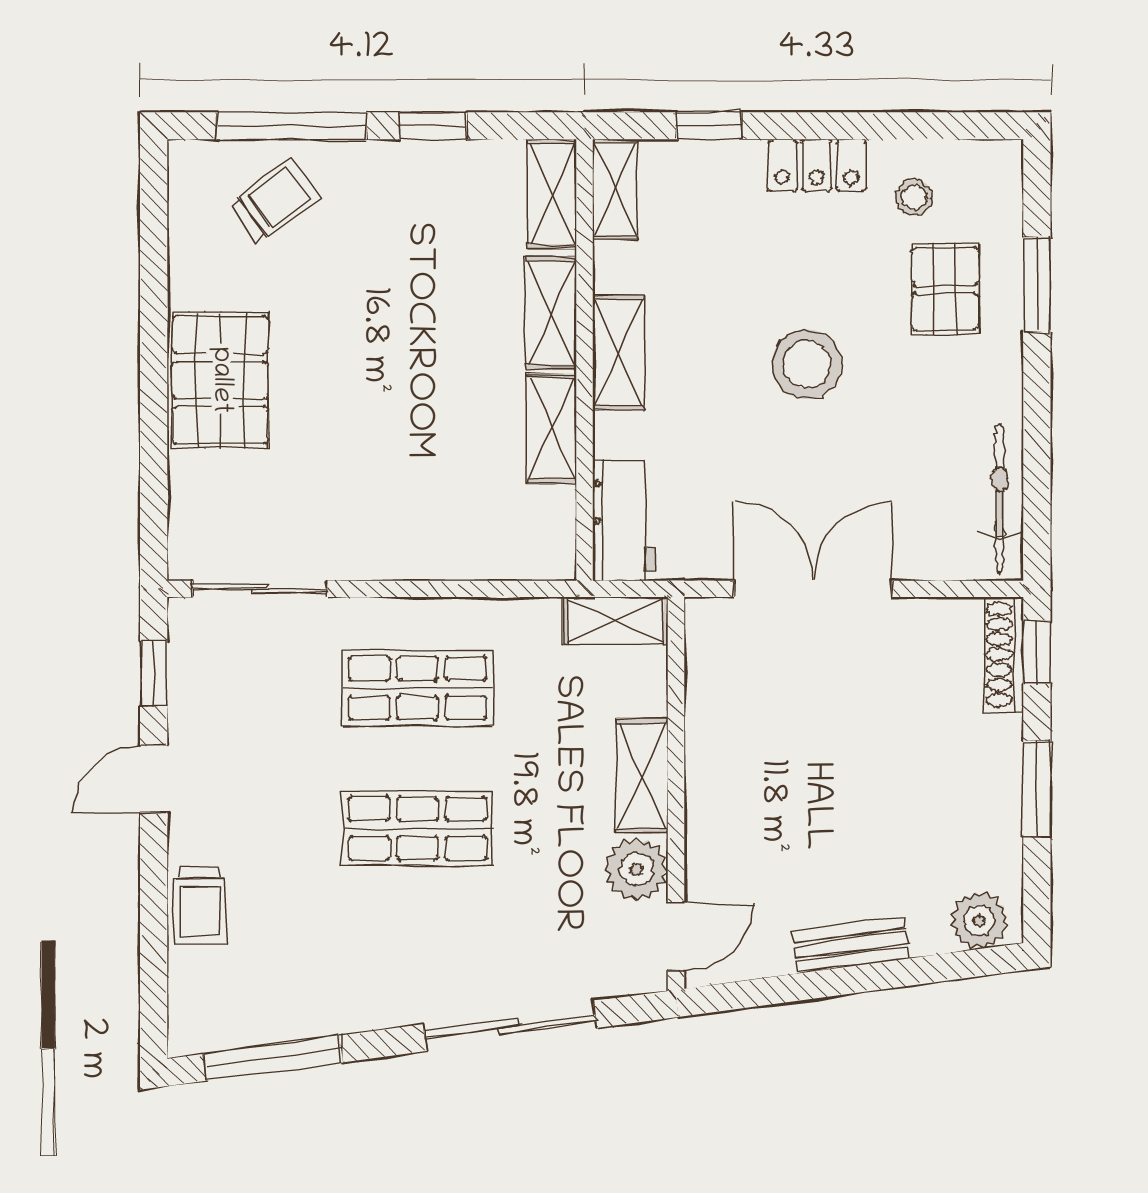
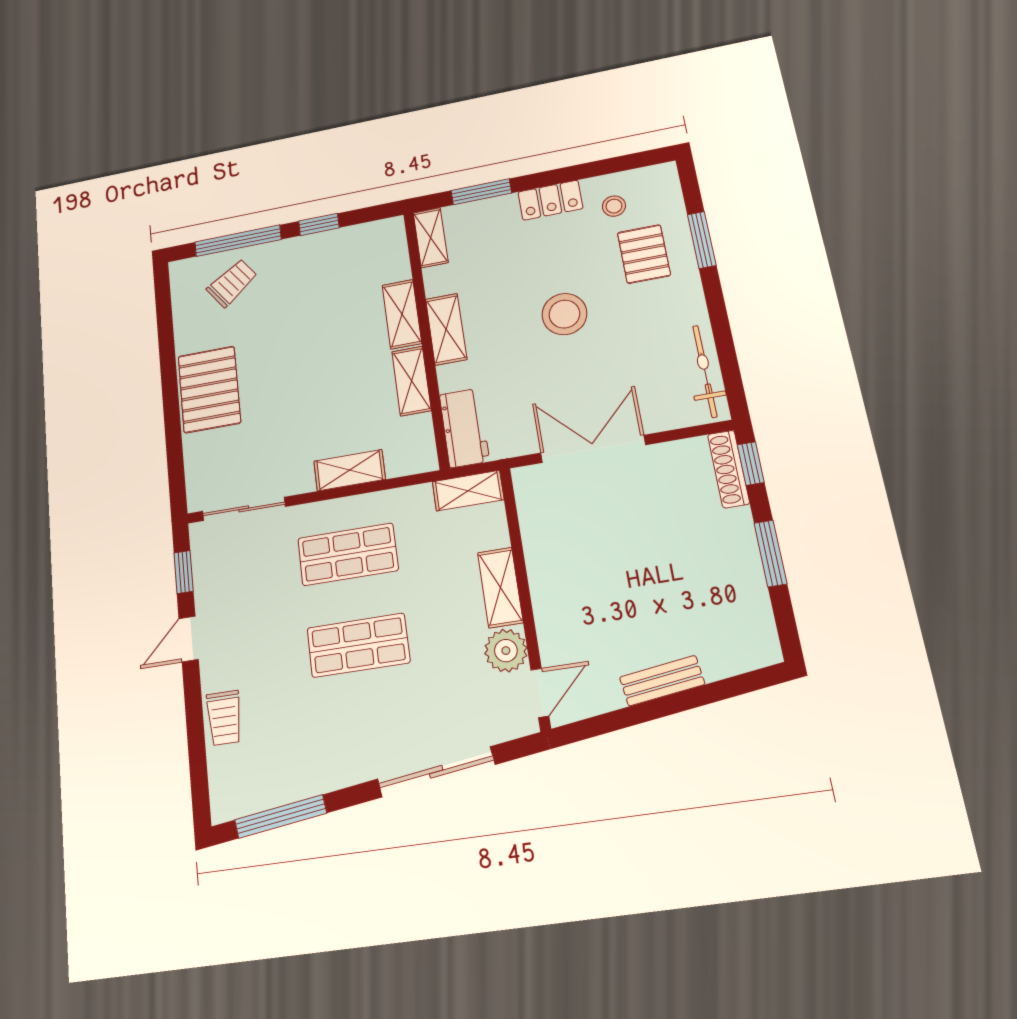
window: (709, 126) -> (481, 192), width x1.50
shelving: (552, 194) -> (350, 470), moved, turned 90
plant: (979, 920) -> (749, 650), removed

